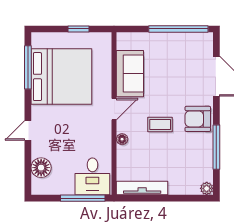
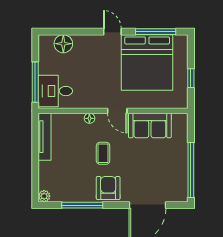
door: (28, 130) -> (112, 32), moved

